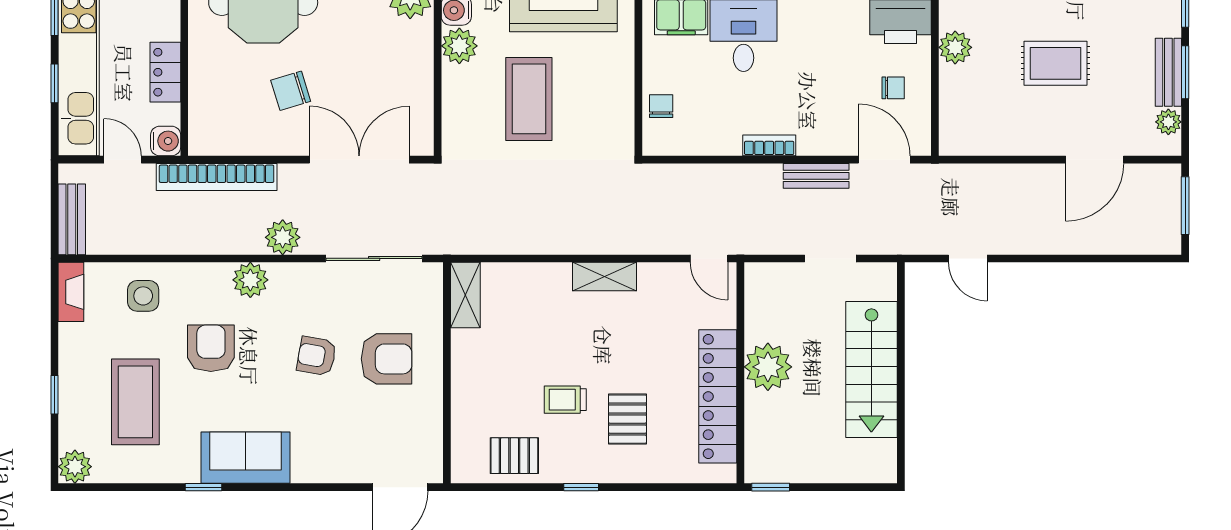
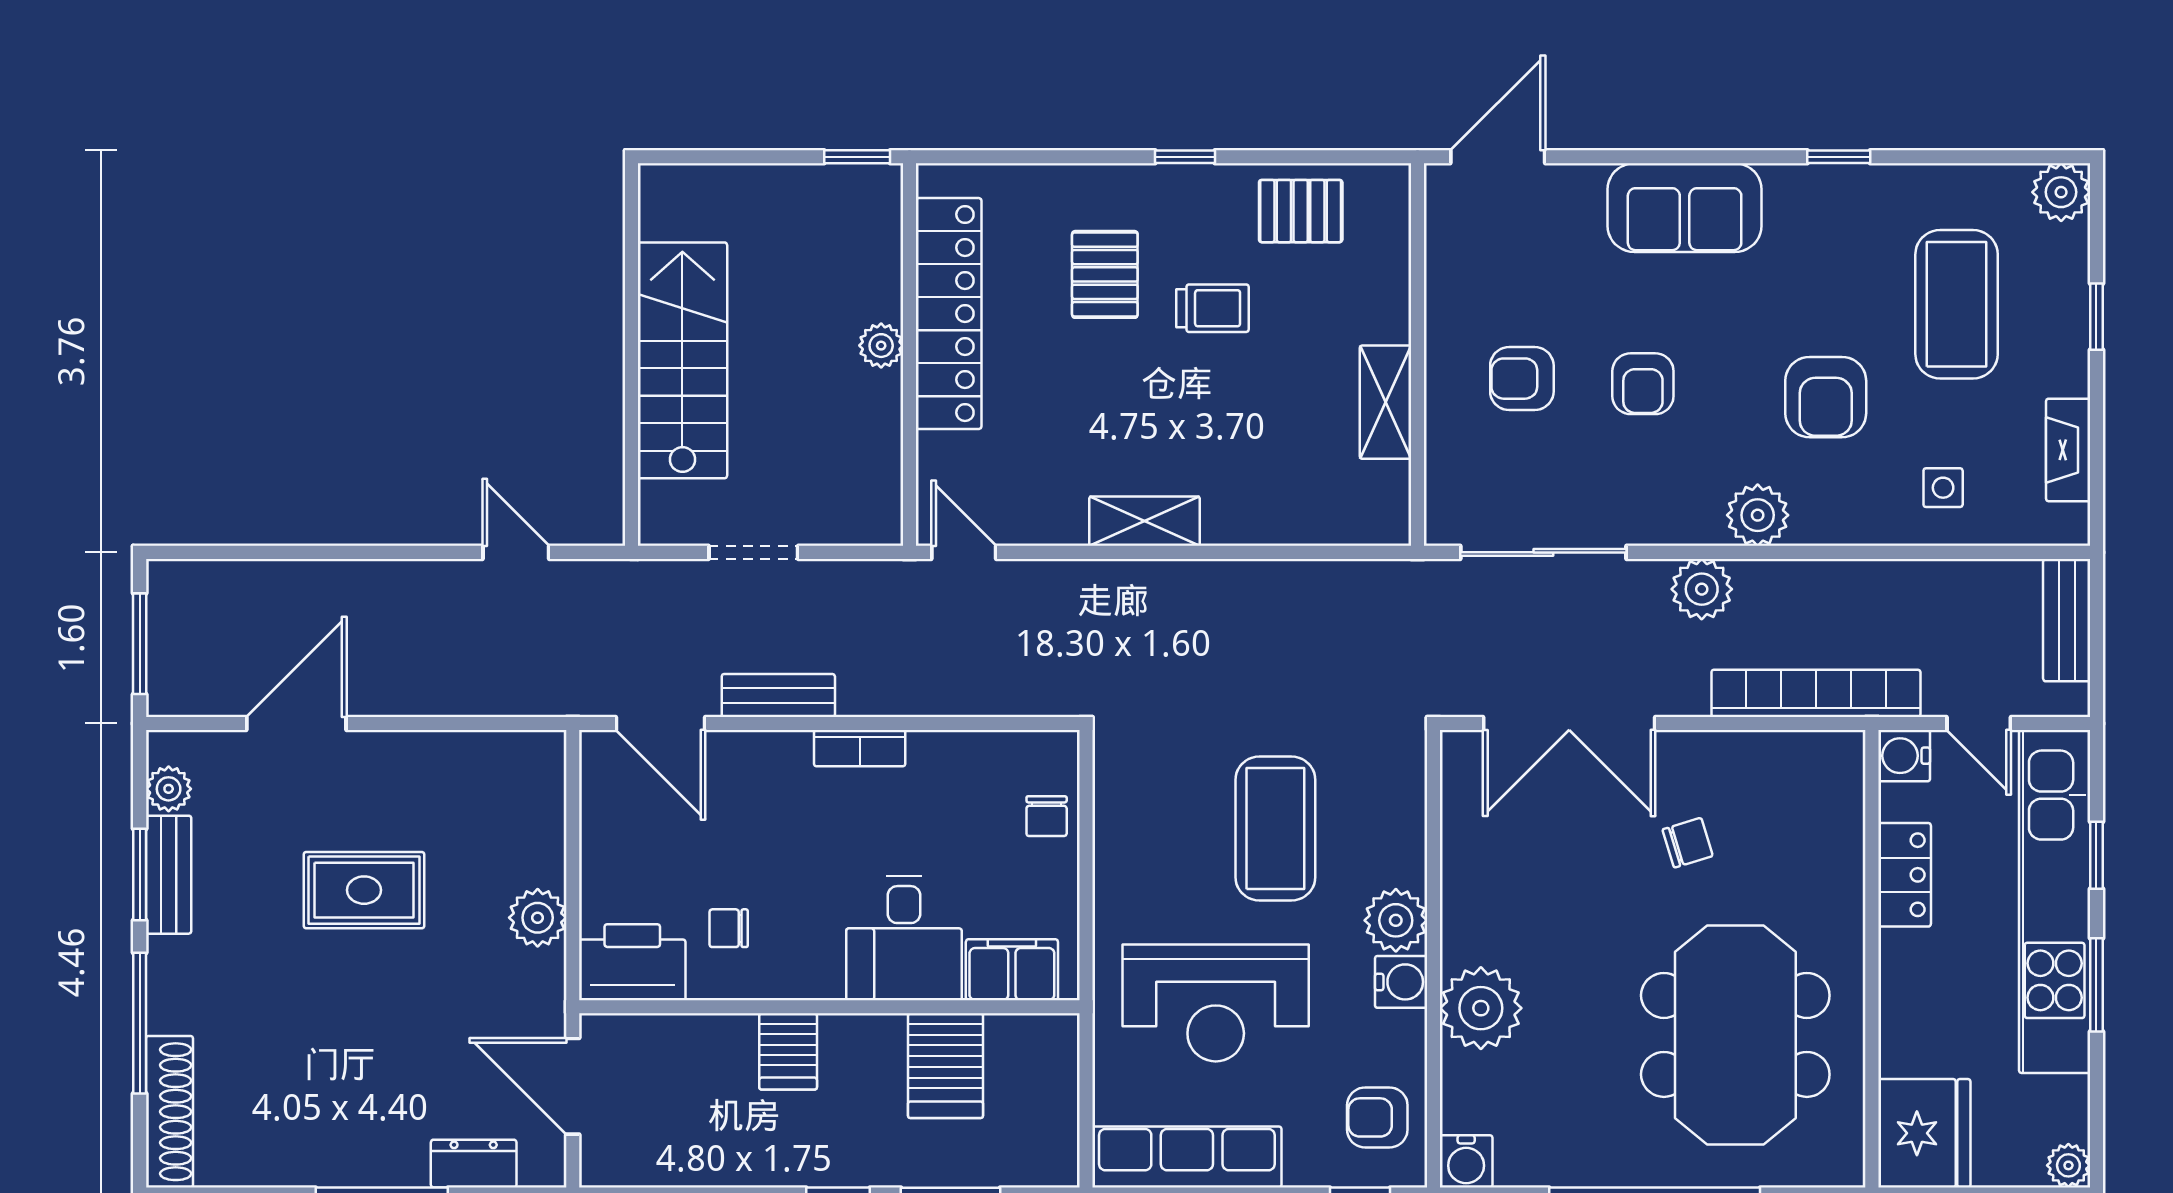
chair: (893, 88) -> (729, 928), moved
chair: (291, 91) -> (1688, 843), width x0.73, depth x0.73
fireplace: (71, 292) -> (2068, 450), moved
shelving: (465, 295) -> (1385, 402), moved
side table: (143, 296) -> (1943, 488), width x0.73, depth x0.73
armchair: (317, 356) -> (1643, 384), turned 80
armchair: (386, 359) -> (1522, 379), width x0.72, depth x0.72
plant: (768, 367) -> (881, 346), width x0.53, depth x0.53
sofa: (246, 458) -> (1685, 208), moved

